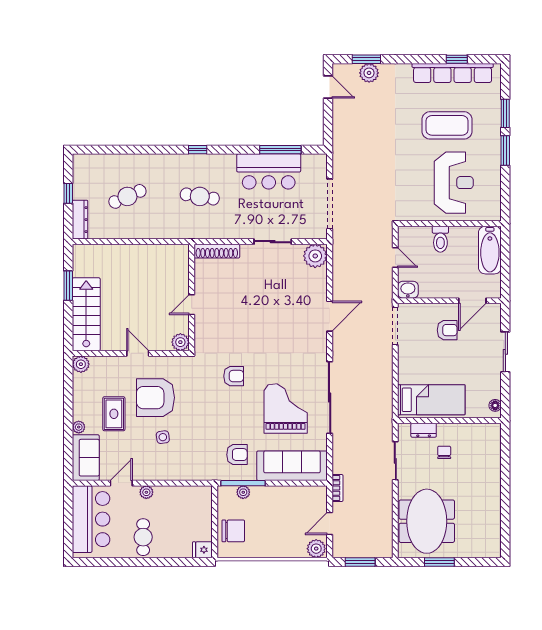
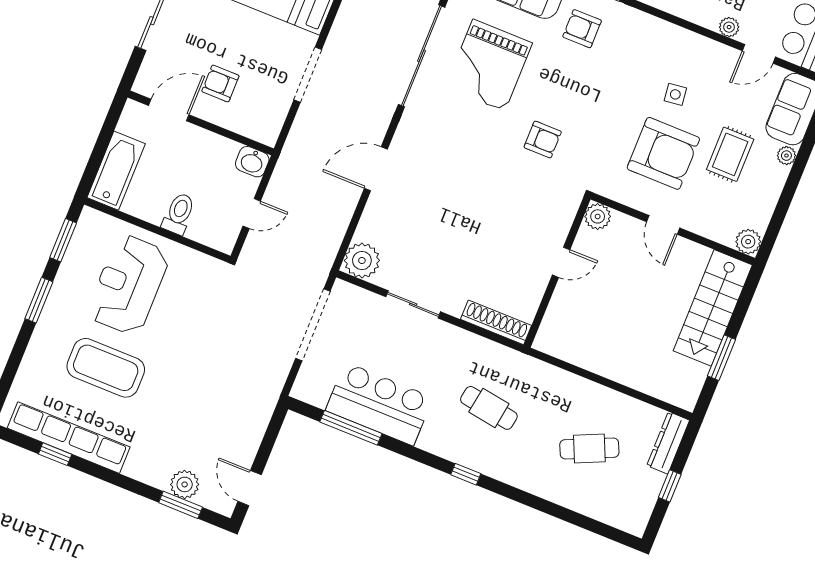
window: (505, 113) -> (63, 240), moved
door: (395, 257) -> (252, 214), swing flipped
doorway: (395, 326) -> (308, 75), moved
armchair: (234, 376) -> (543, 139), turned 180

